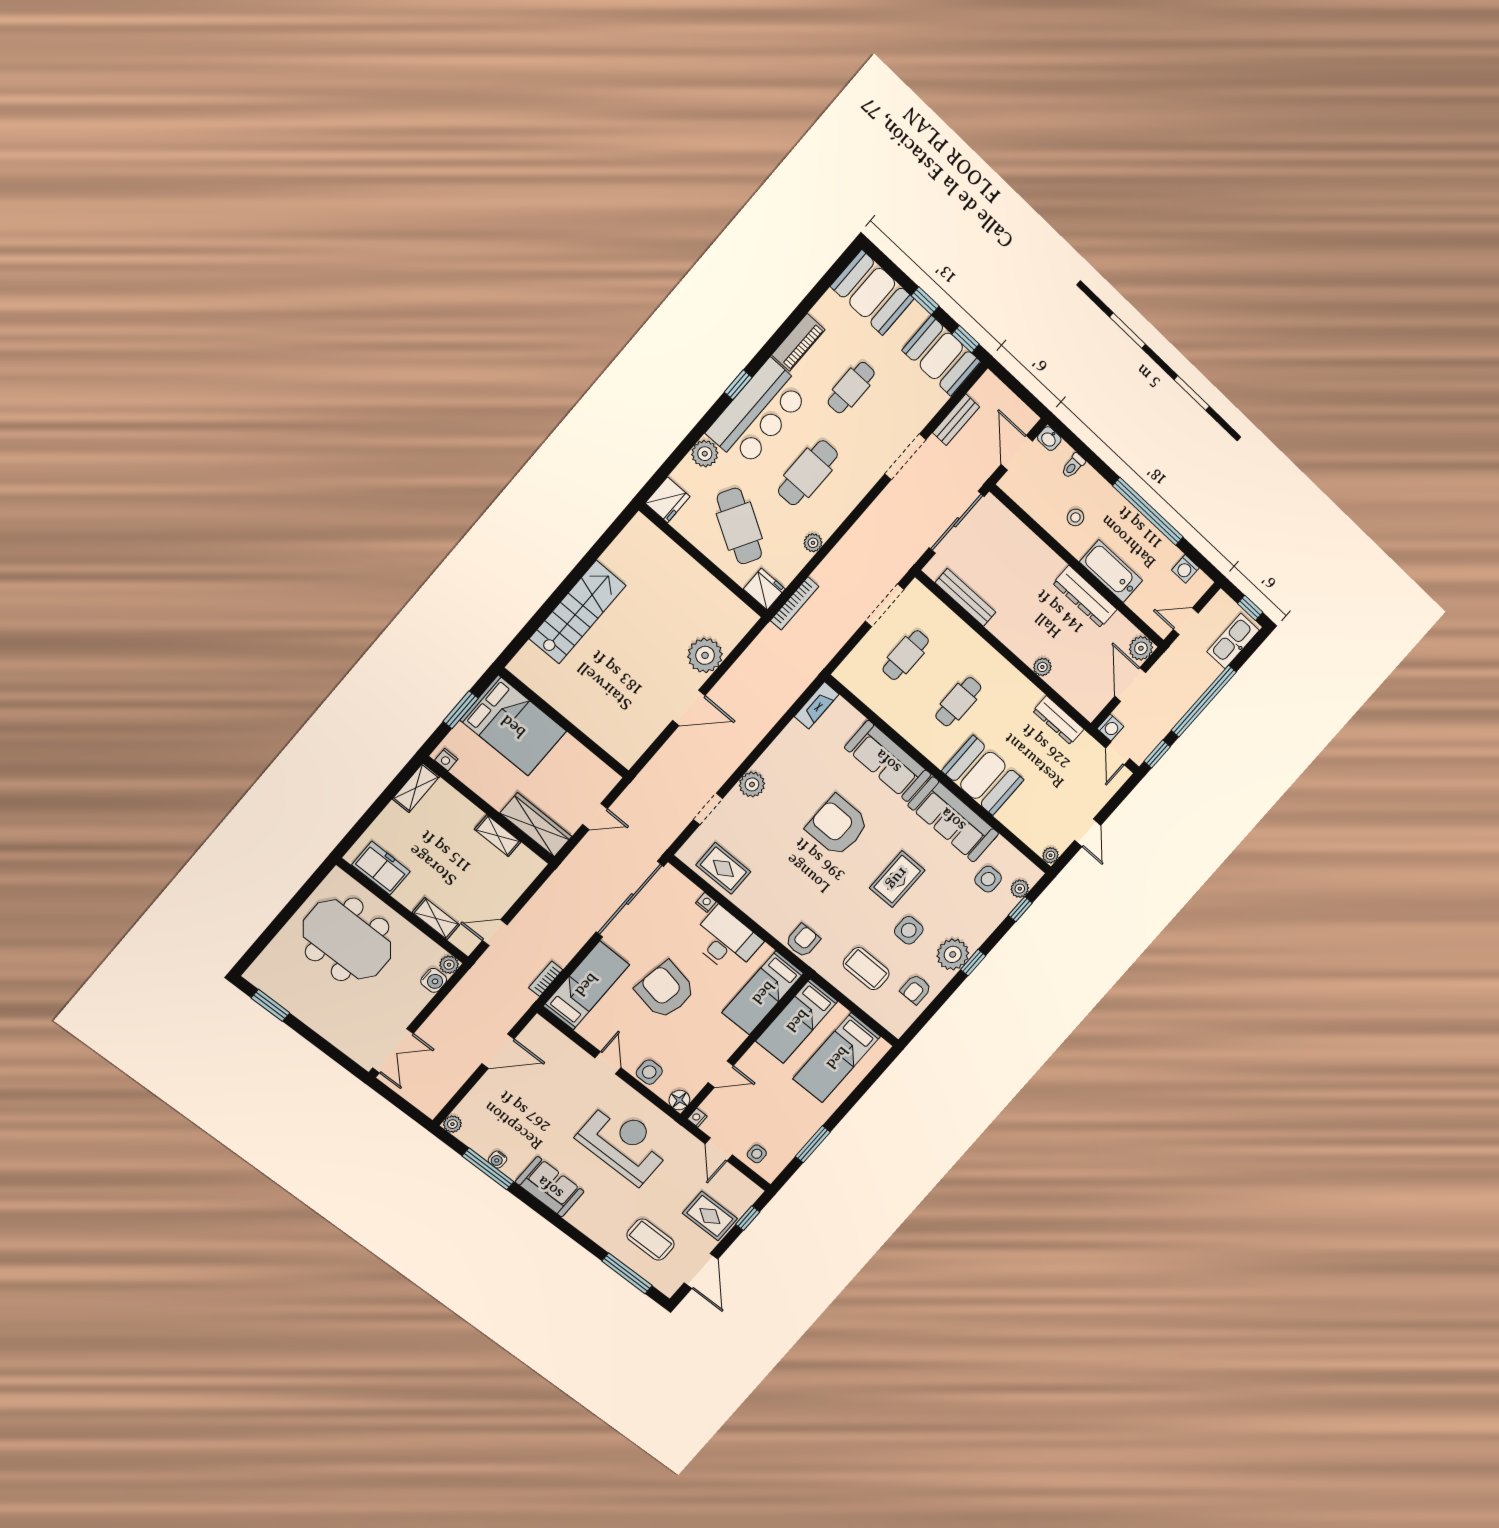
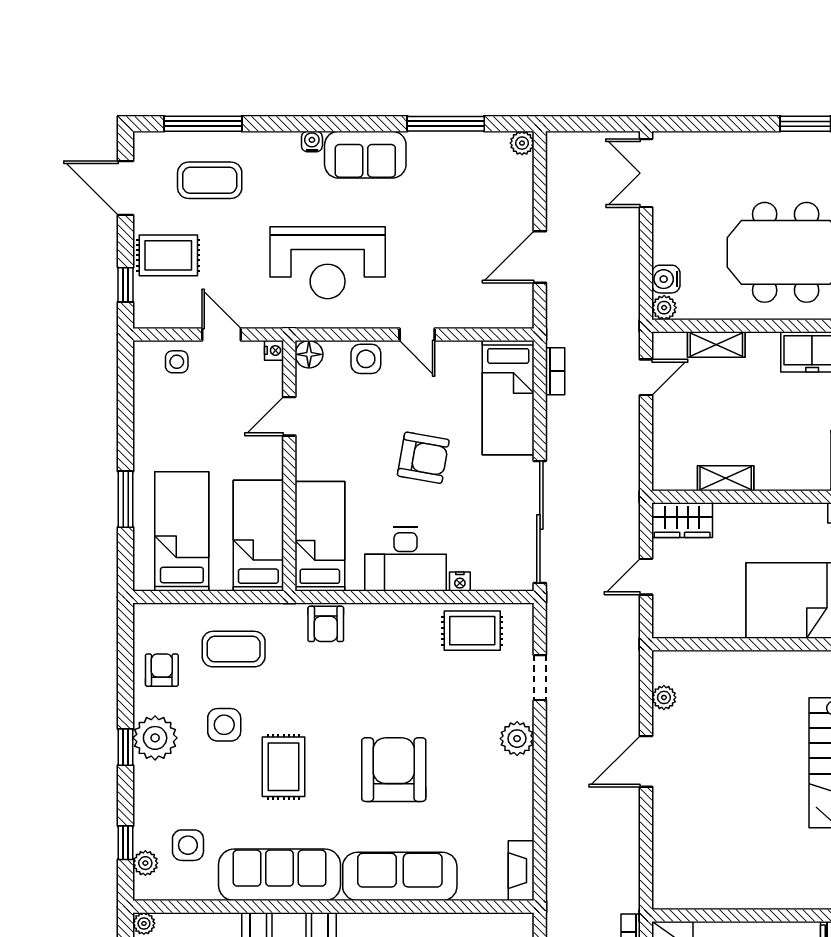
plant: (705, 655) -> (664, 697), moved, width x0.53, depth x0.53
wardrobe: (536, 825) -> (682, 520), width x0.67
armchair: (837, 826) -> (394, 770), turned -90
armchair: (665, 990) -> (423, 458), width x0.73, depth x0.73
window: (813, 1144) -> (126, 499), moved
water cooler: (497, 1160) -> (312, 142), moved

